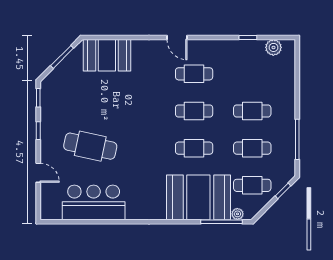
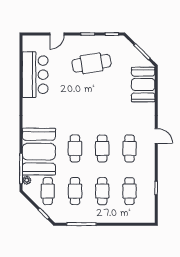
door: (177, 37) -> (156, 136), swing flipped
plant: (273, 47) -> (149, 207), removed
cafe table: (252, 74) -> (129, 191), added
cafe table: (90, 146) -> (91, 63), moved, turned 69

